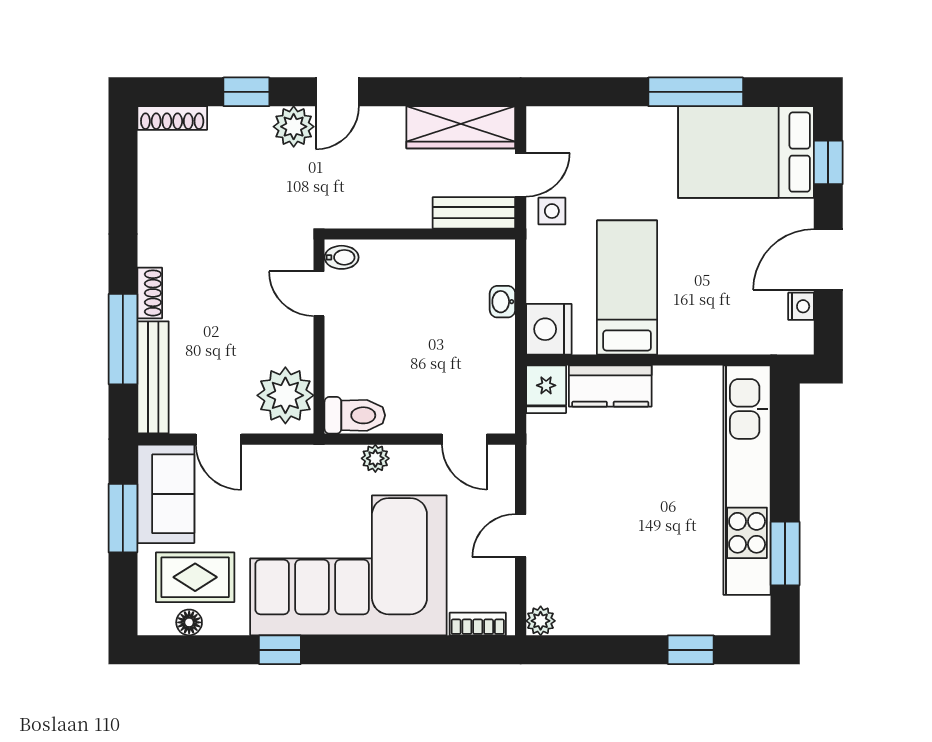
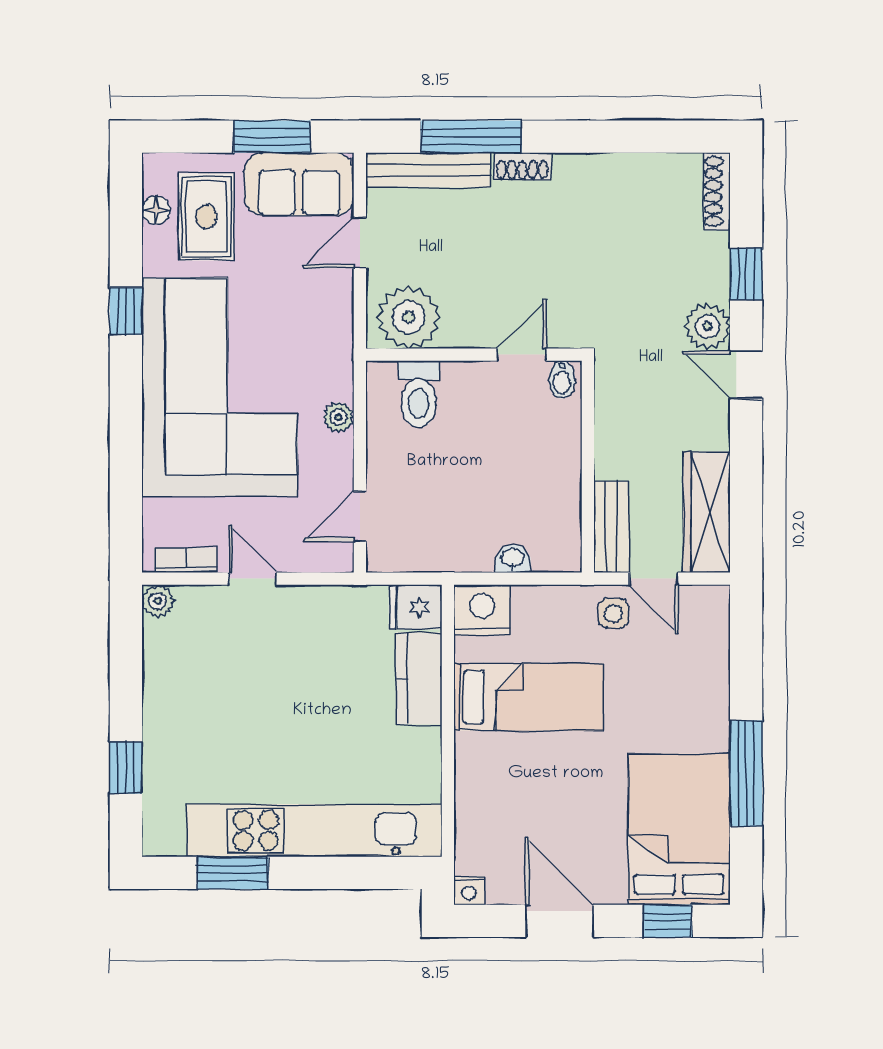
nightstand: (801, 306) -> (469, 891), moved
toilet: (355, 415) -> (419, 394), moved
bookcase: (478, 624) -> (186, 560), moved, turned -90

